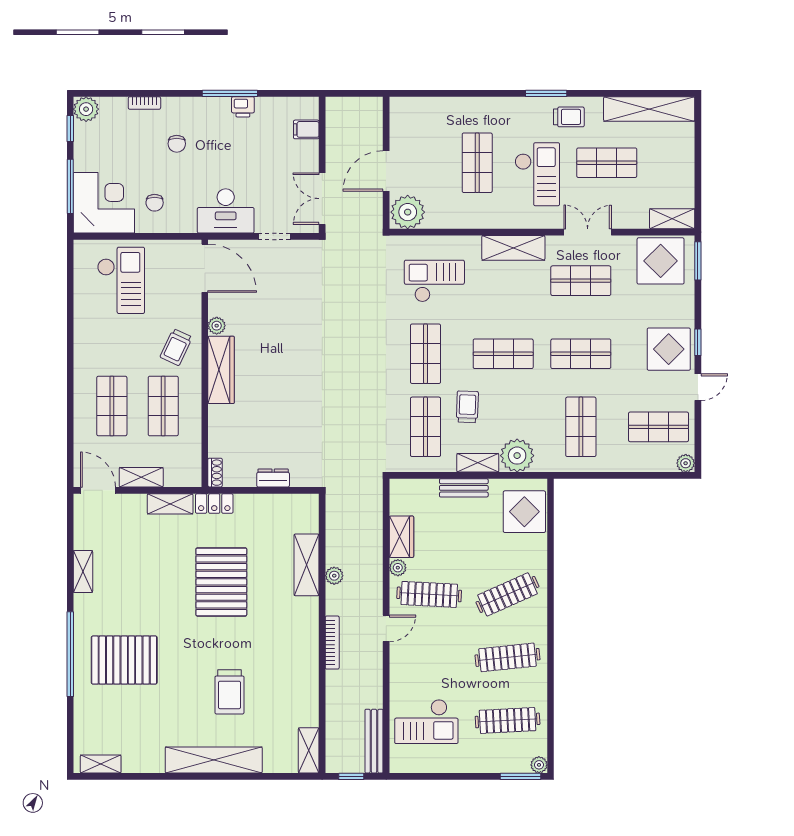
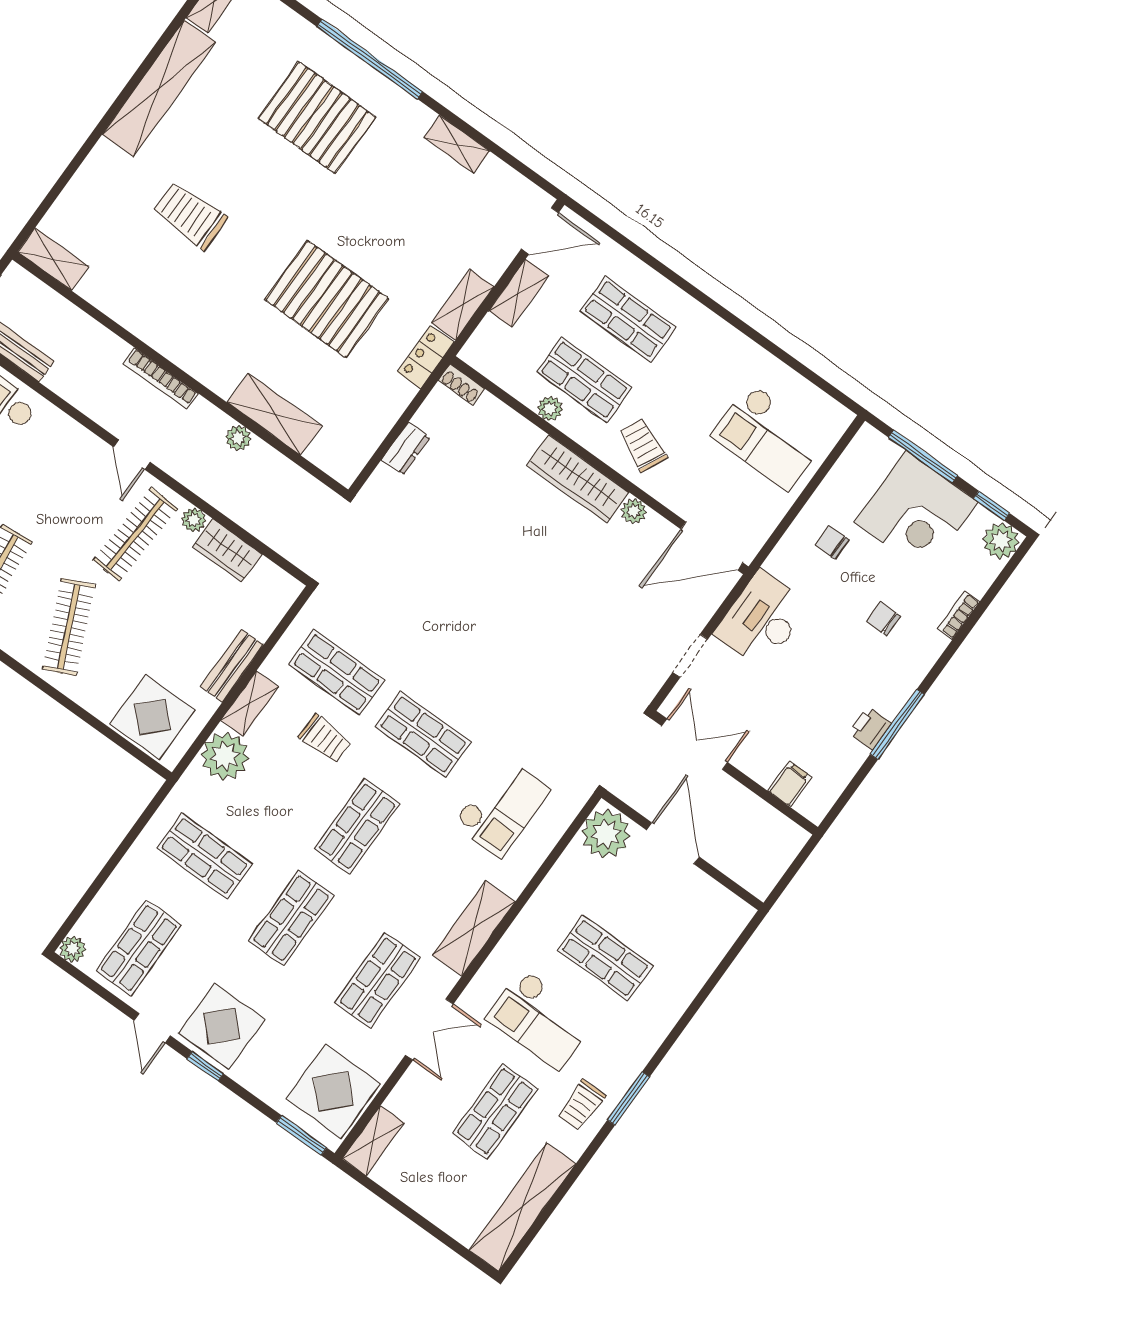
corner desk: (104, 203) -> (916, 512), moved
plant: (193, 414) -> (550, 408), added
pallet: (124, 660) -> (317, 118), turned 90
shelving: (214, 760) -> (159, 88), moved

